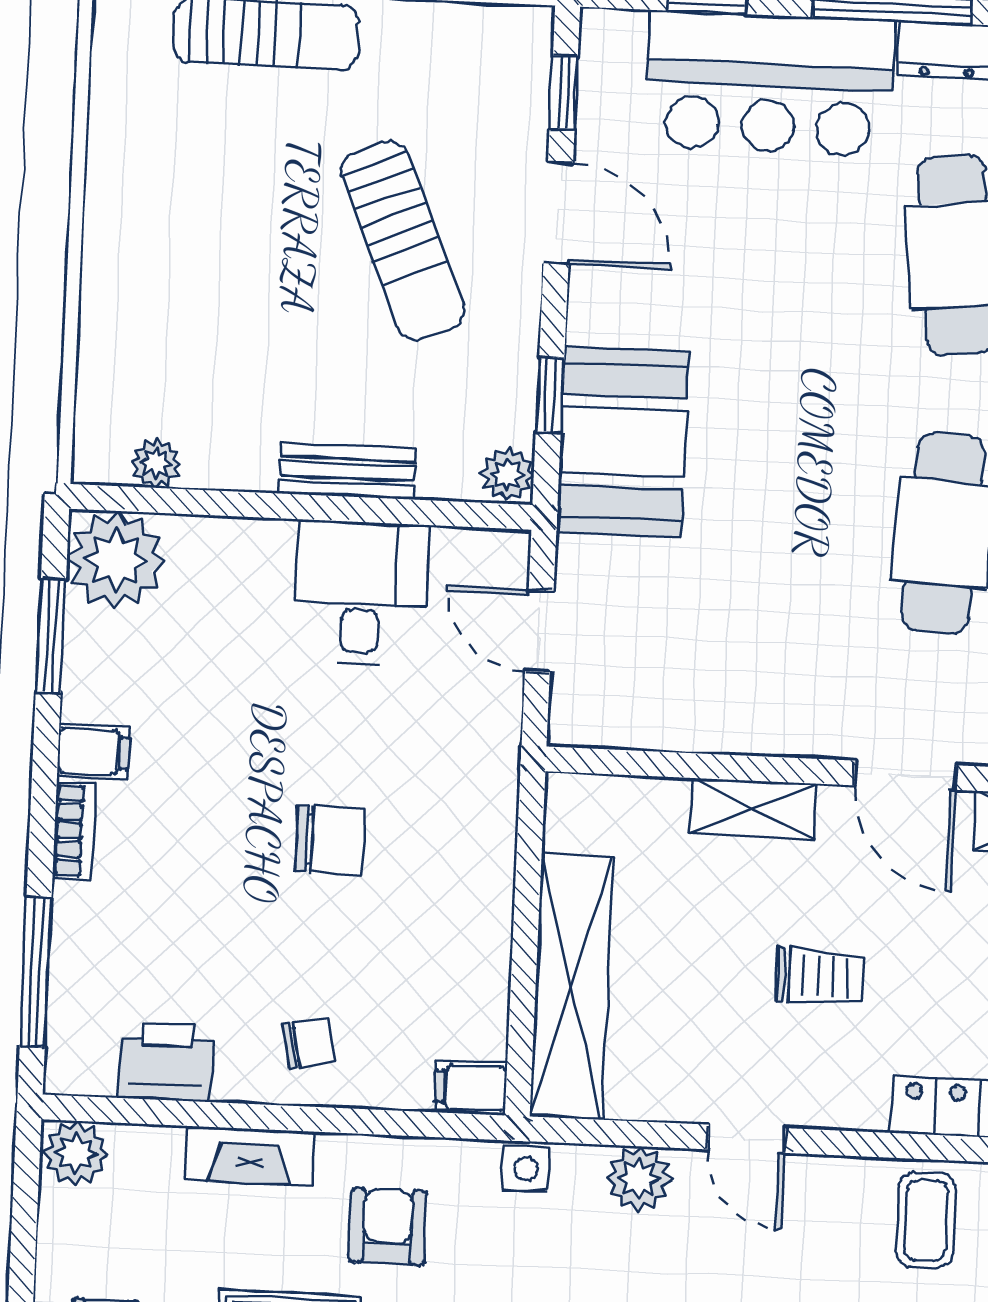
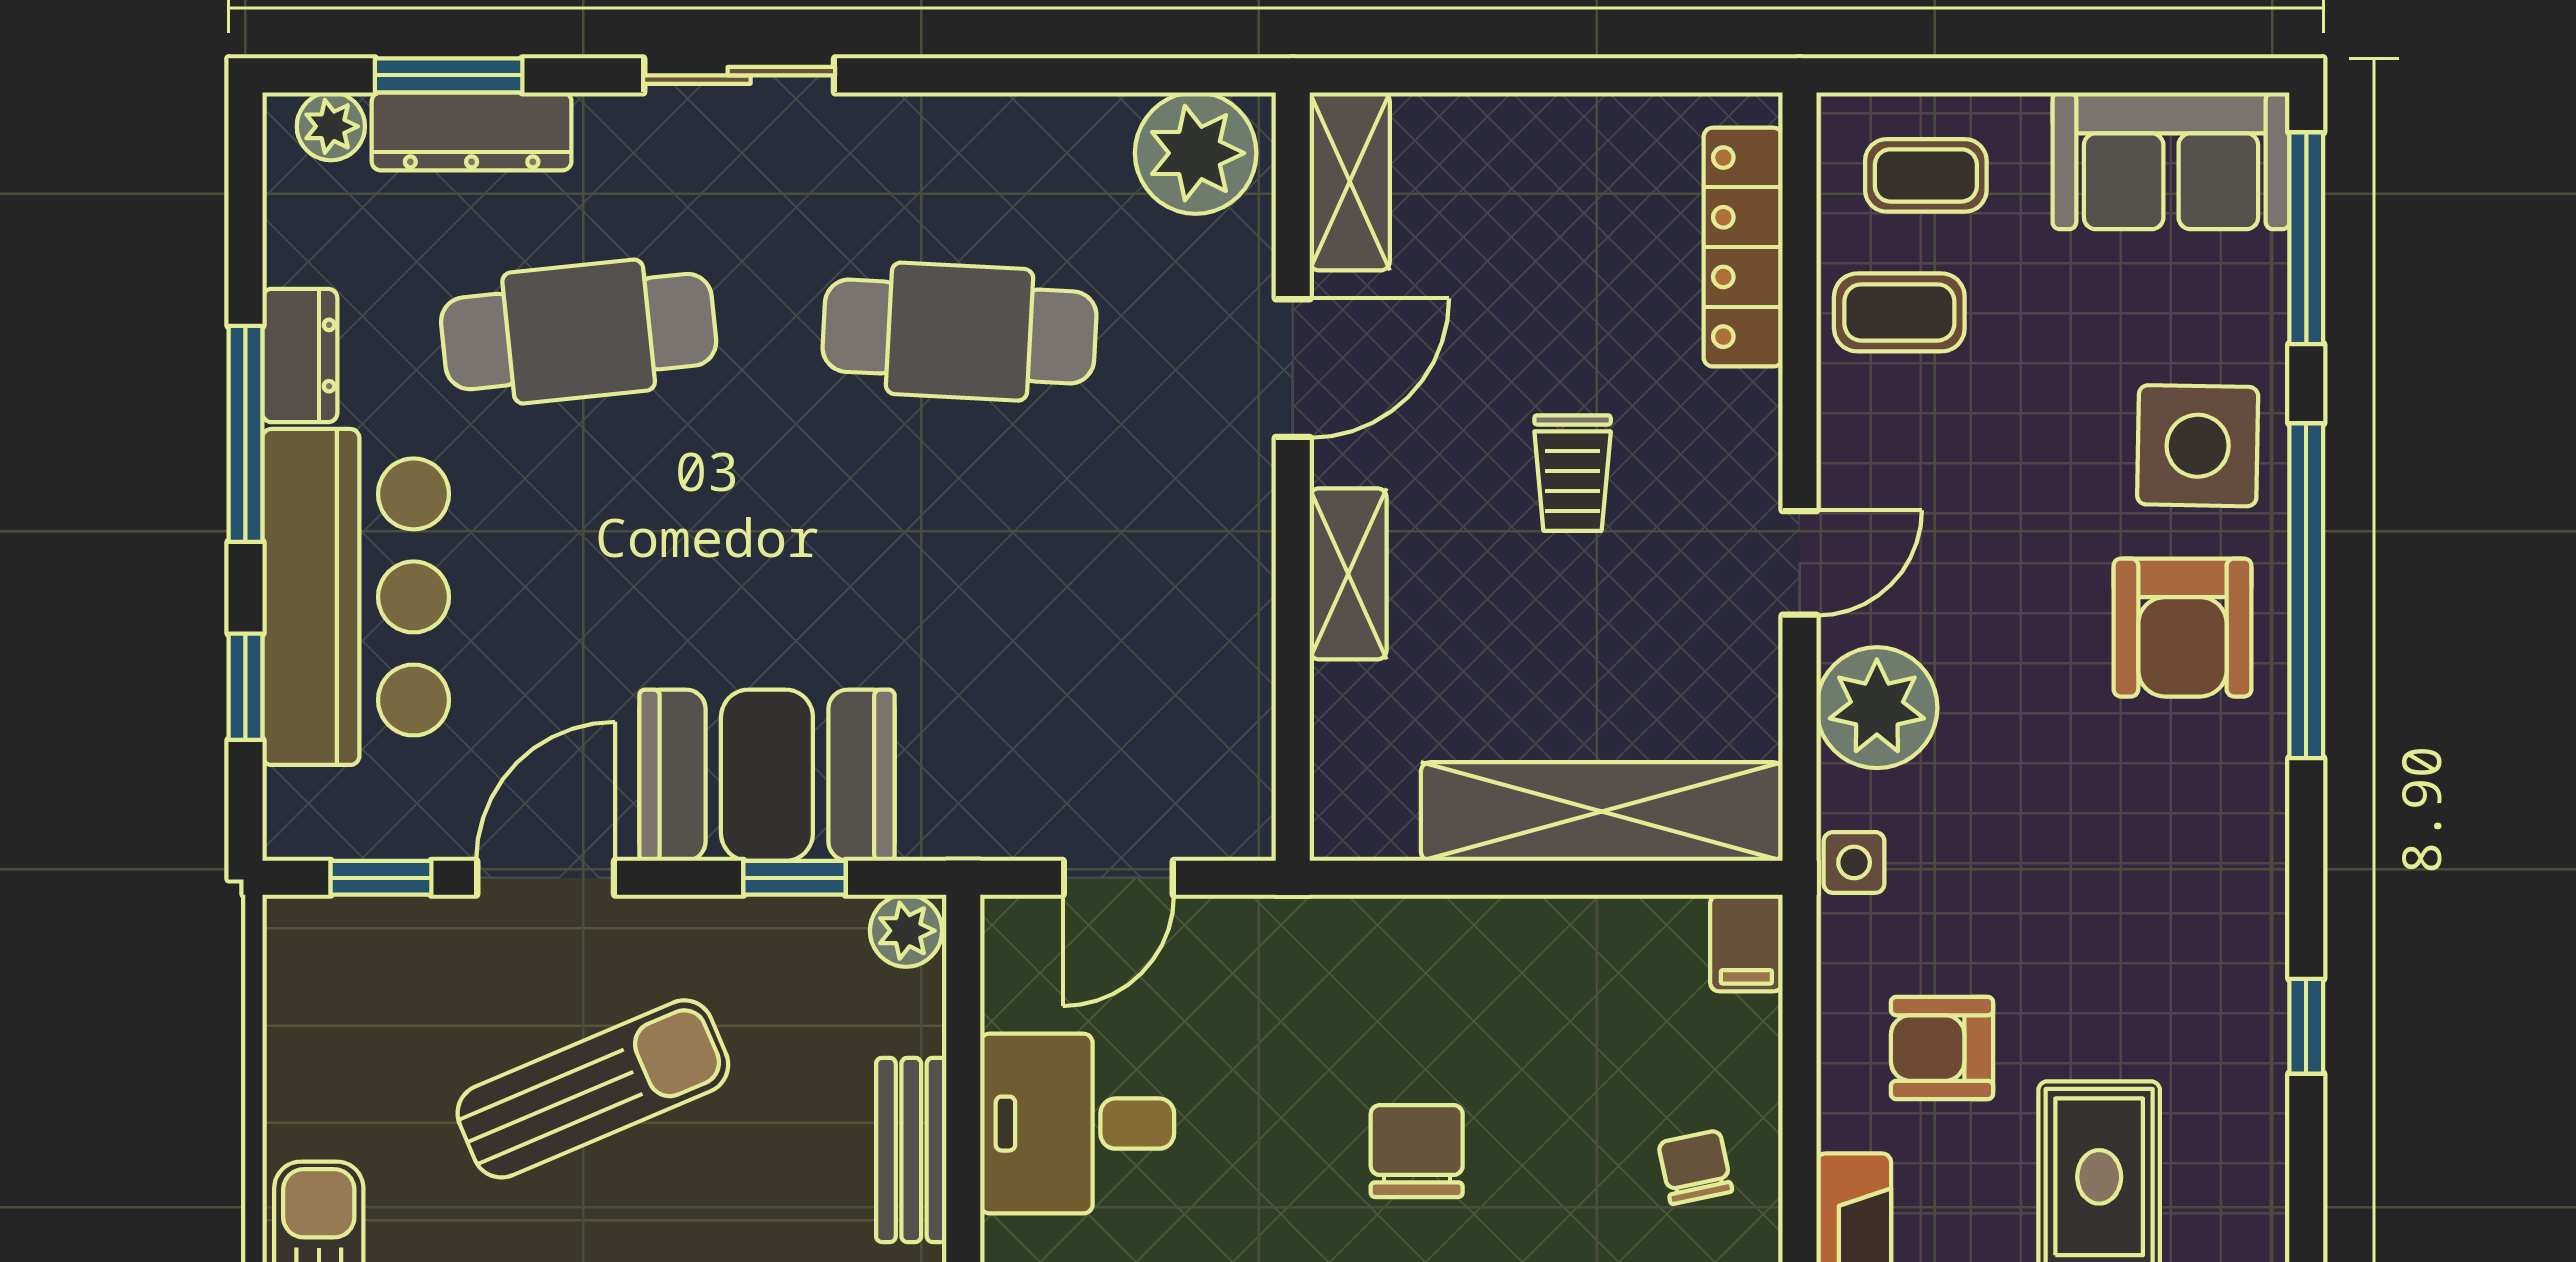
booth: (623, 442) -> (767, 775), moved
trolley: (820, 976) -> (1573, 473), turned 180
plant: (639, 1179) -> (1877, 708), width x1.36, depth x1.36

